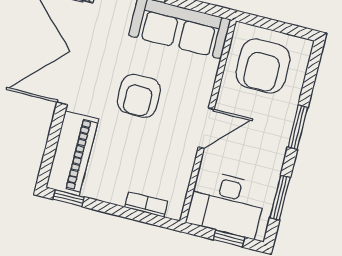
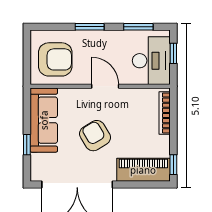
armchair: (139, 96) -> (95, 136), turned -121
bookcase: (146, 204) -> (165, 113), width x1.56

